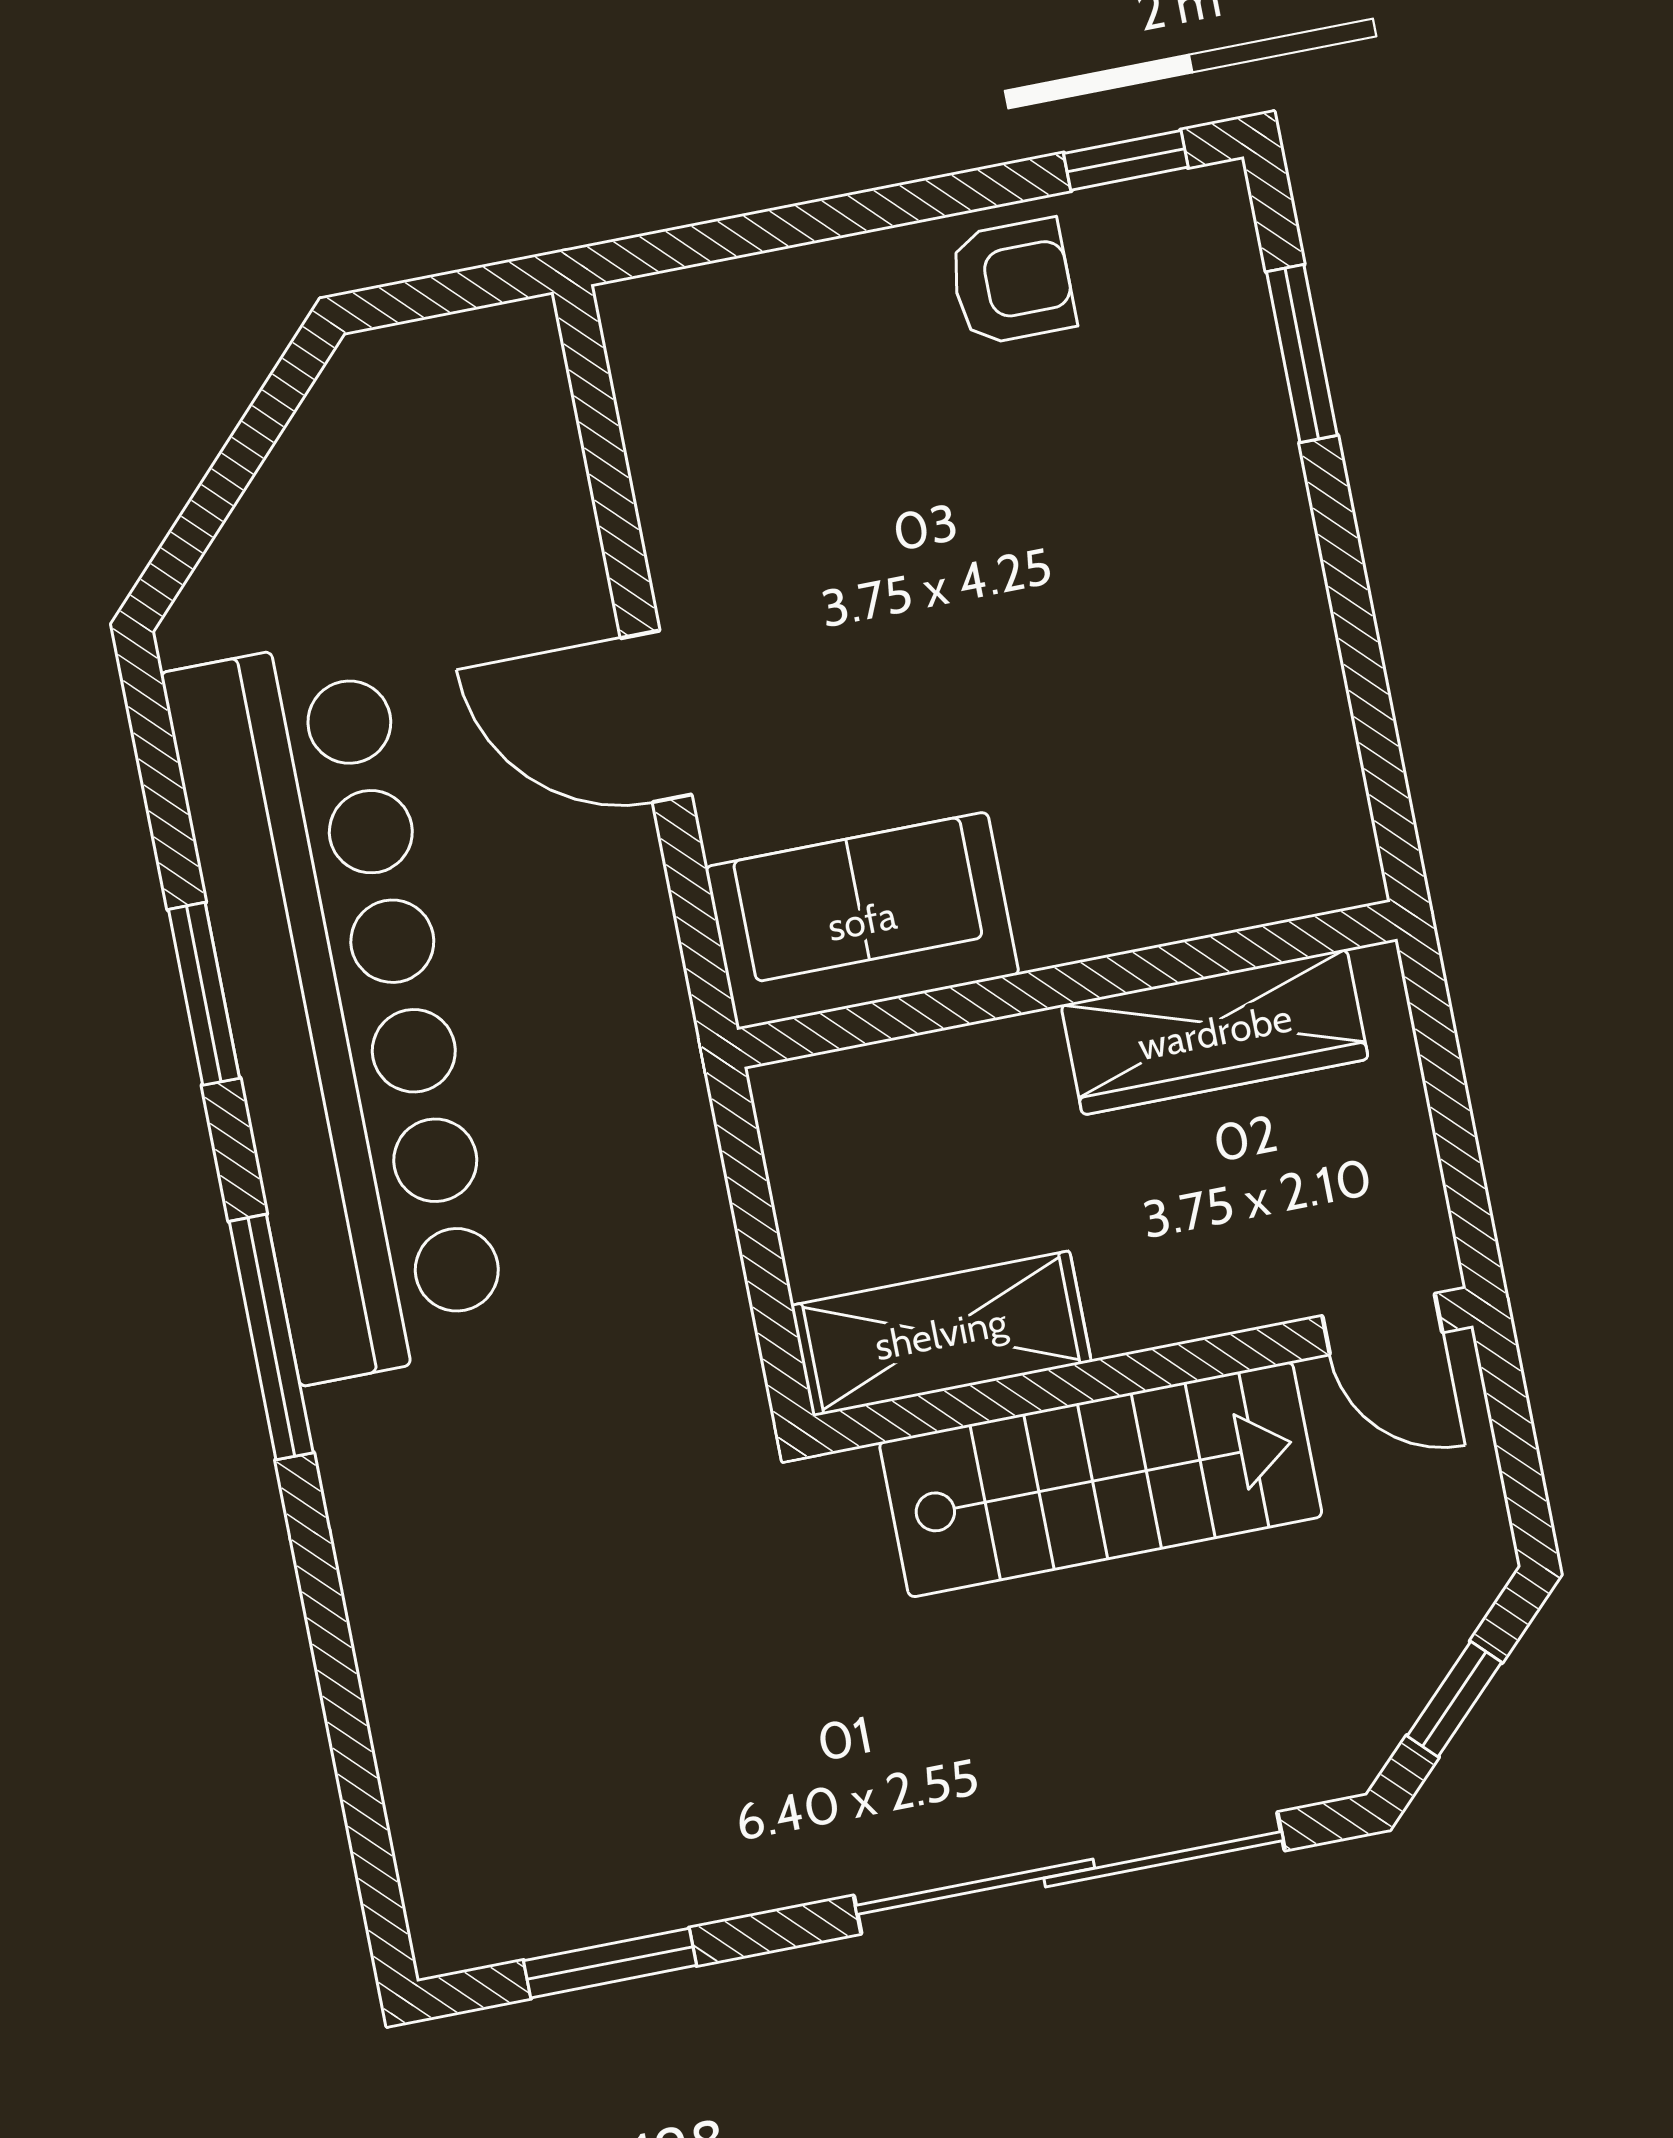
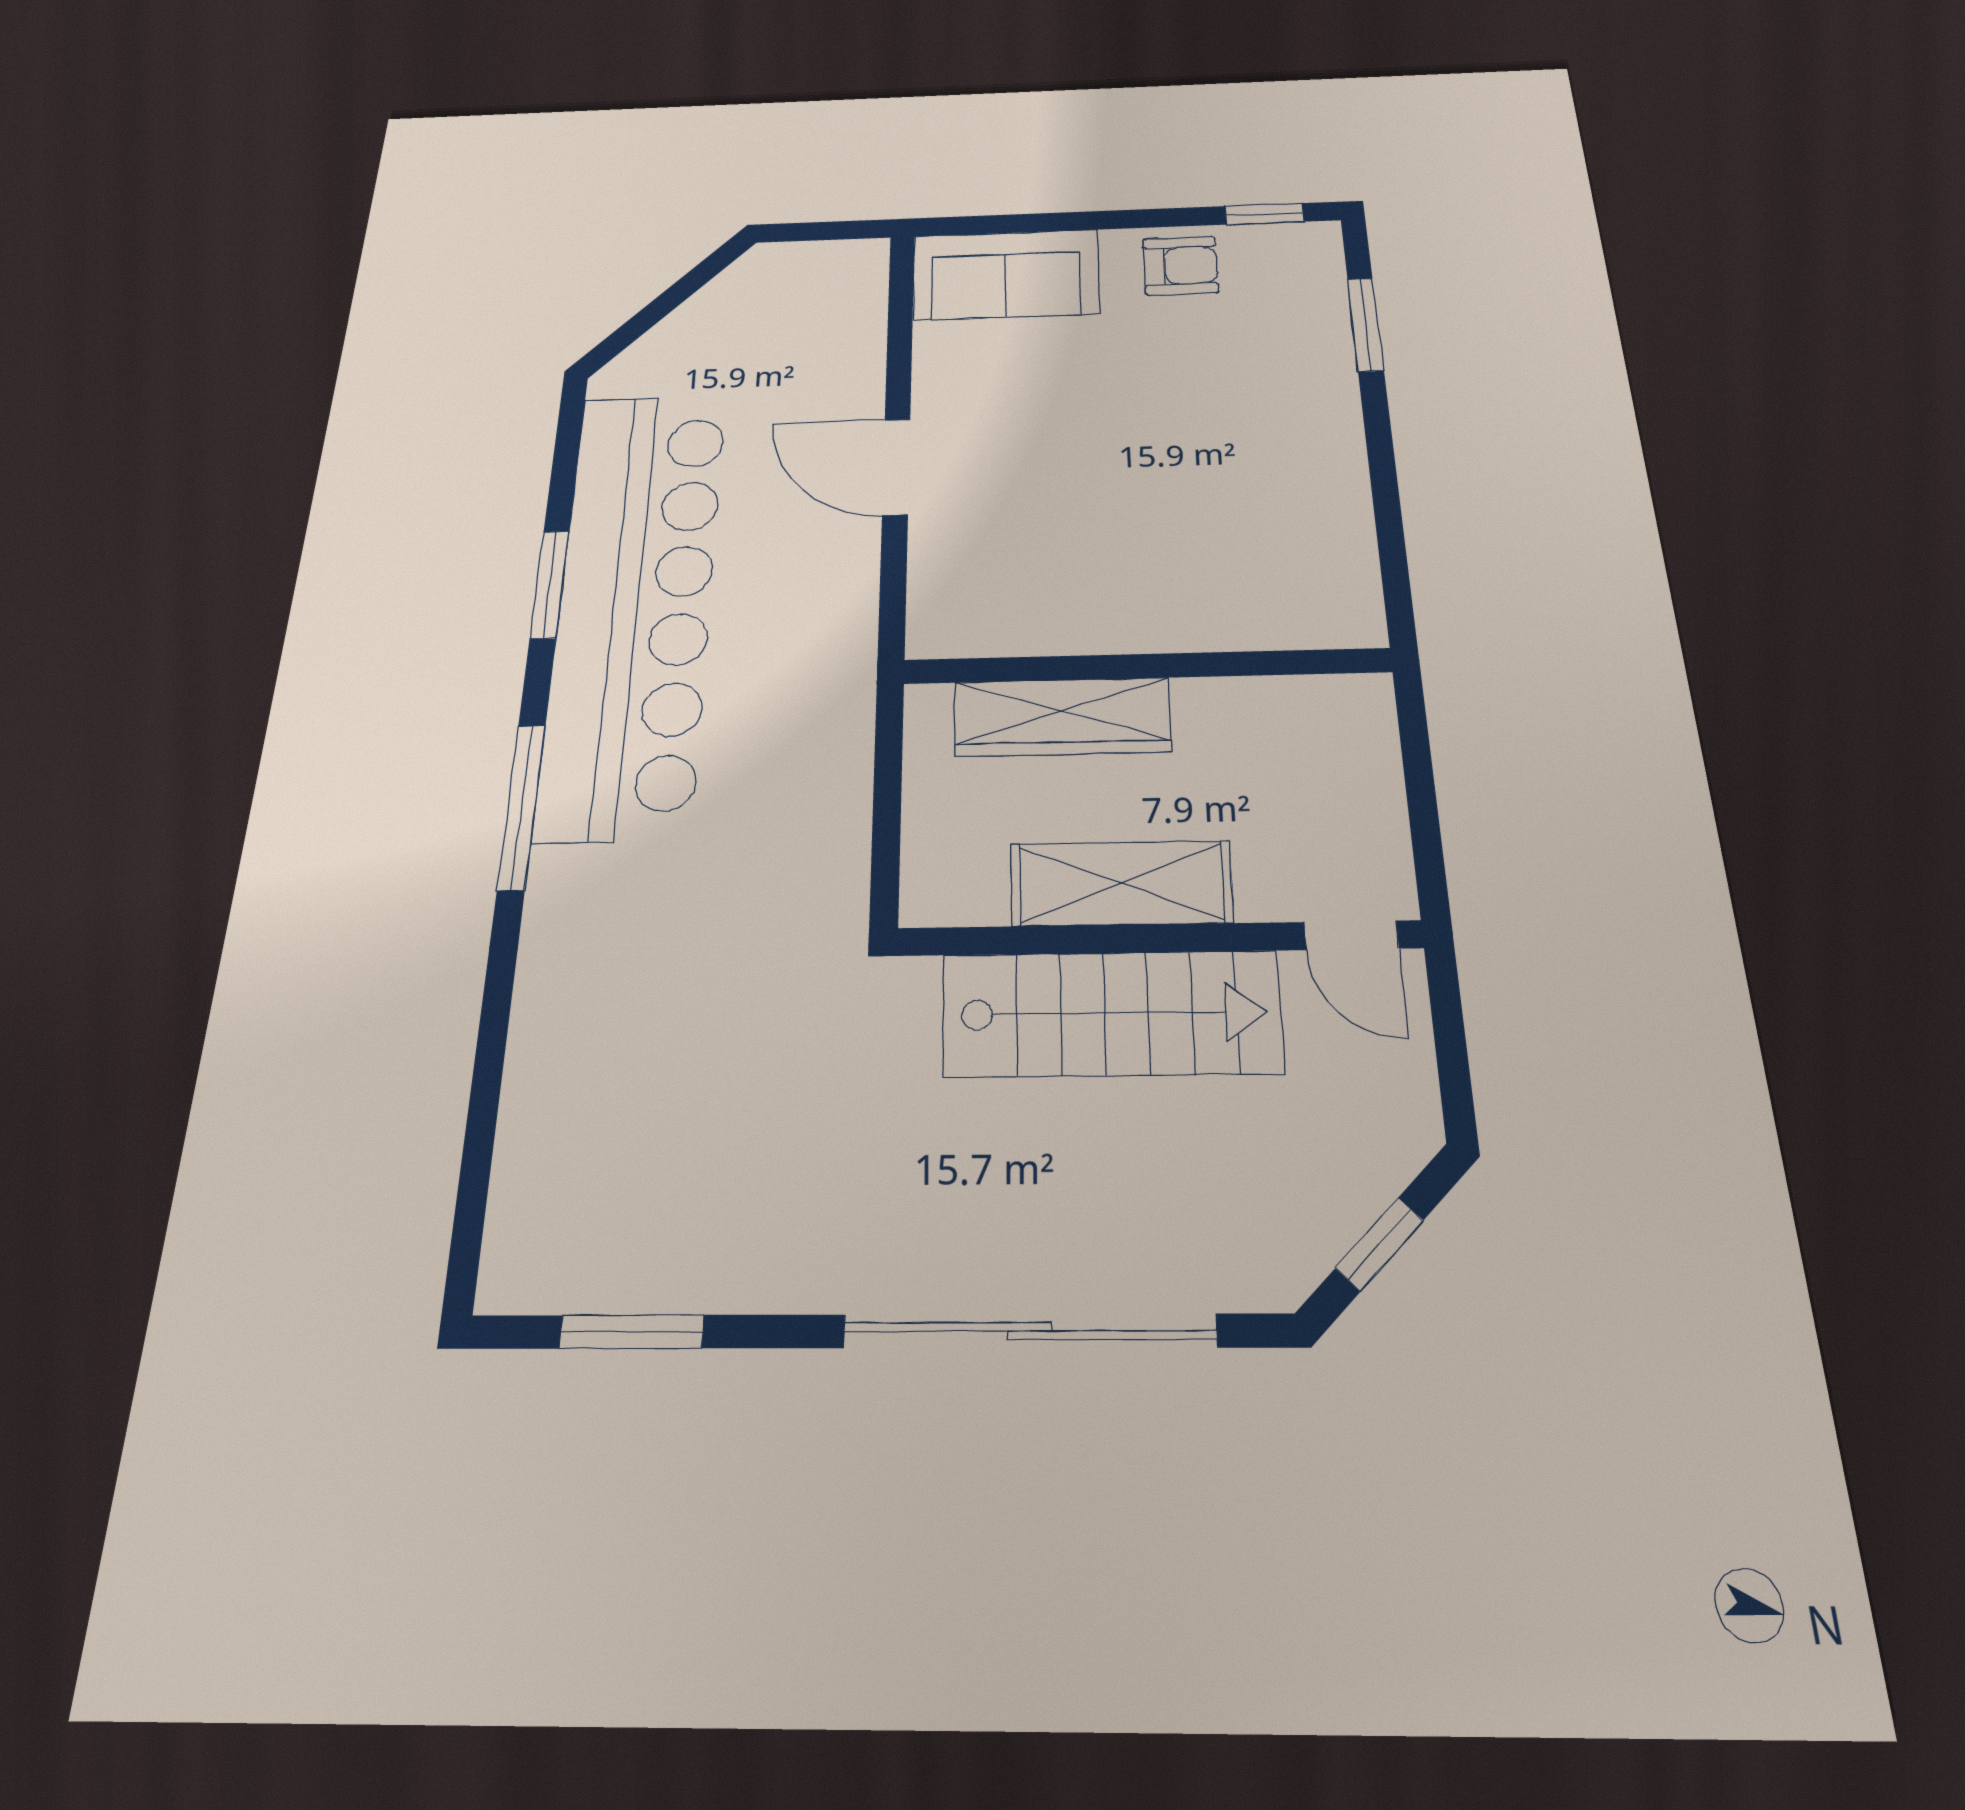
sofa: (862, 921) -> (1006, 275), moved, turned 180
wardrobe: (1215, 1032) -> (1062, 717), moved
shelving: (941, 1334) -> (1121, 883), moved

